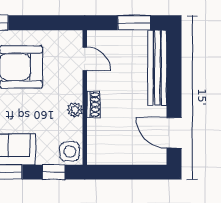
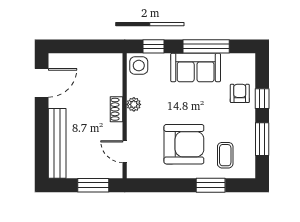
window: (134, 23) -> (93, 185), moved
door: (174, 133) -> (42, 83), hinge flipped

